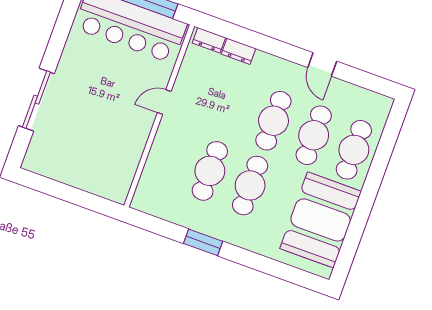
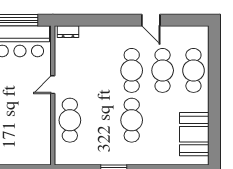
dresser: (239, 51) -> (91, 32), removed
cafe table: (210, 171) -> (70, 120), moved
booth: (321, 220) -> (194, 134), width x0.73, depth x0.70

